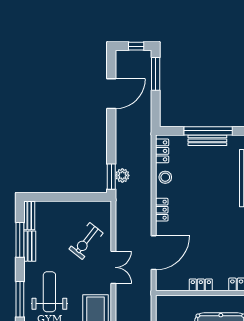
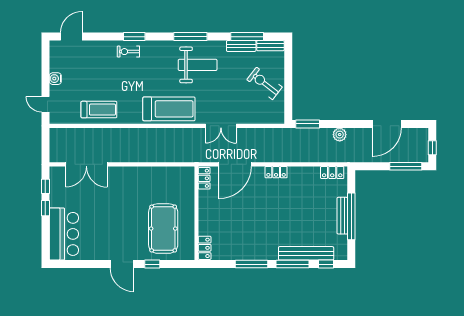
door: (111, 94) -> (387, 124), hinge flipped
plant: (122, 175) -> (340, 135), moved
stool: (165, 177) -> (307, 176), removed
exercise bike: (86, 241) -> (264, 83), moved
door: (154, 253) -> (235, 164), hinge flipped
locker: (201, 285) -> (204, 178), moved

